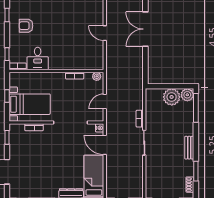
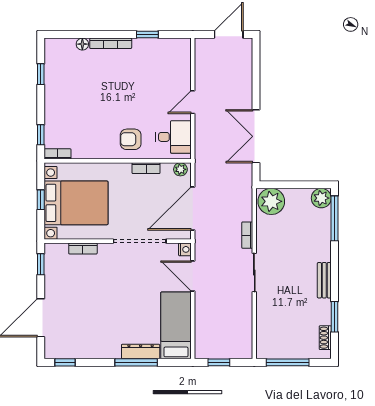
armchair: (26, 26) -> (131, 139), moved
double door: (145, 29) -> (256, 136), moved
door: (105, 33) -> (193, 102), hinge flipped
desk: (38, 58) -> (173, 137), moved, turned -90
plant: (172, 97) -> (271, 201), moved
door: (105, 102) -> (193, 208), width x1.88
bed with nightstands: (30, 104) -> (76, 203), width x1.36

